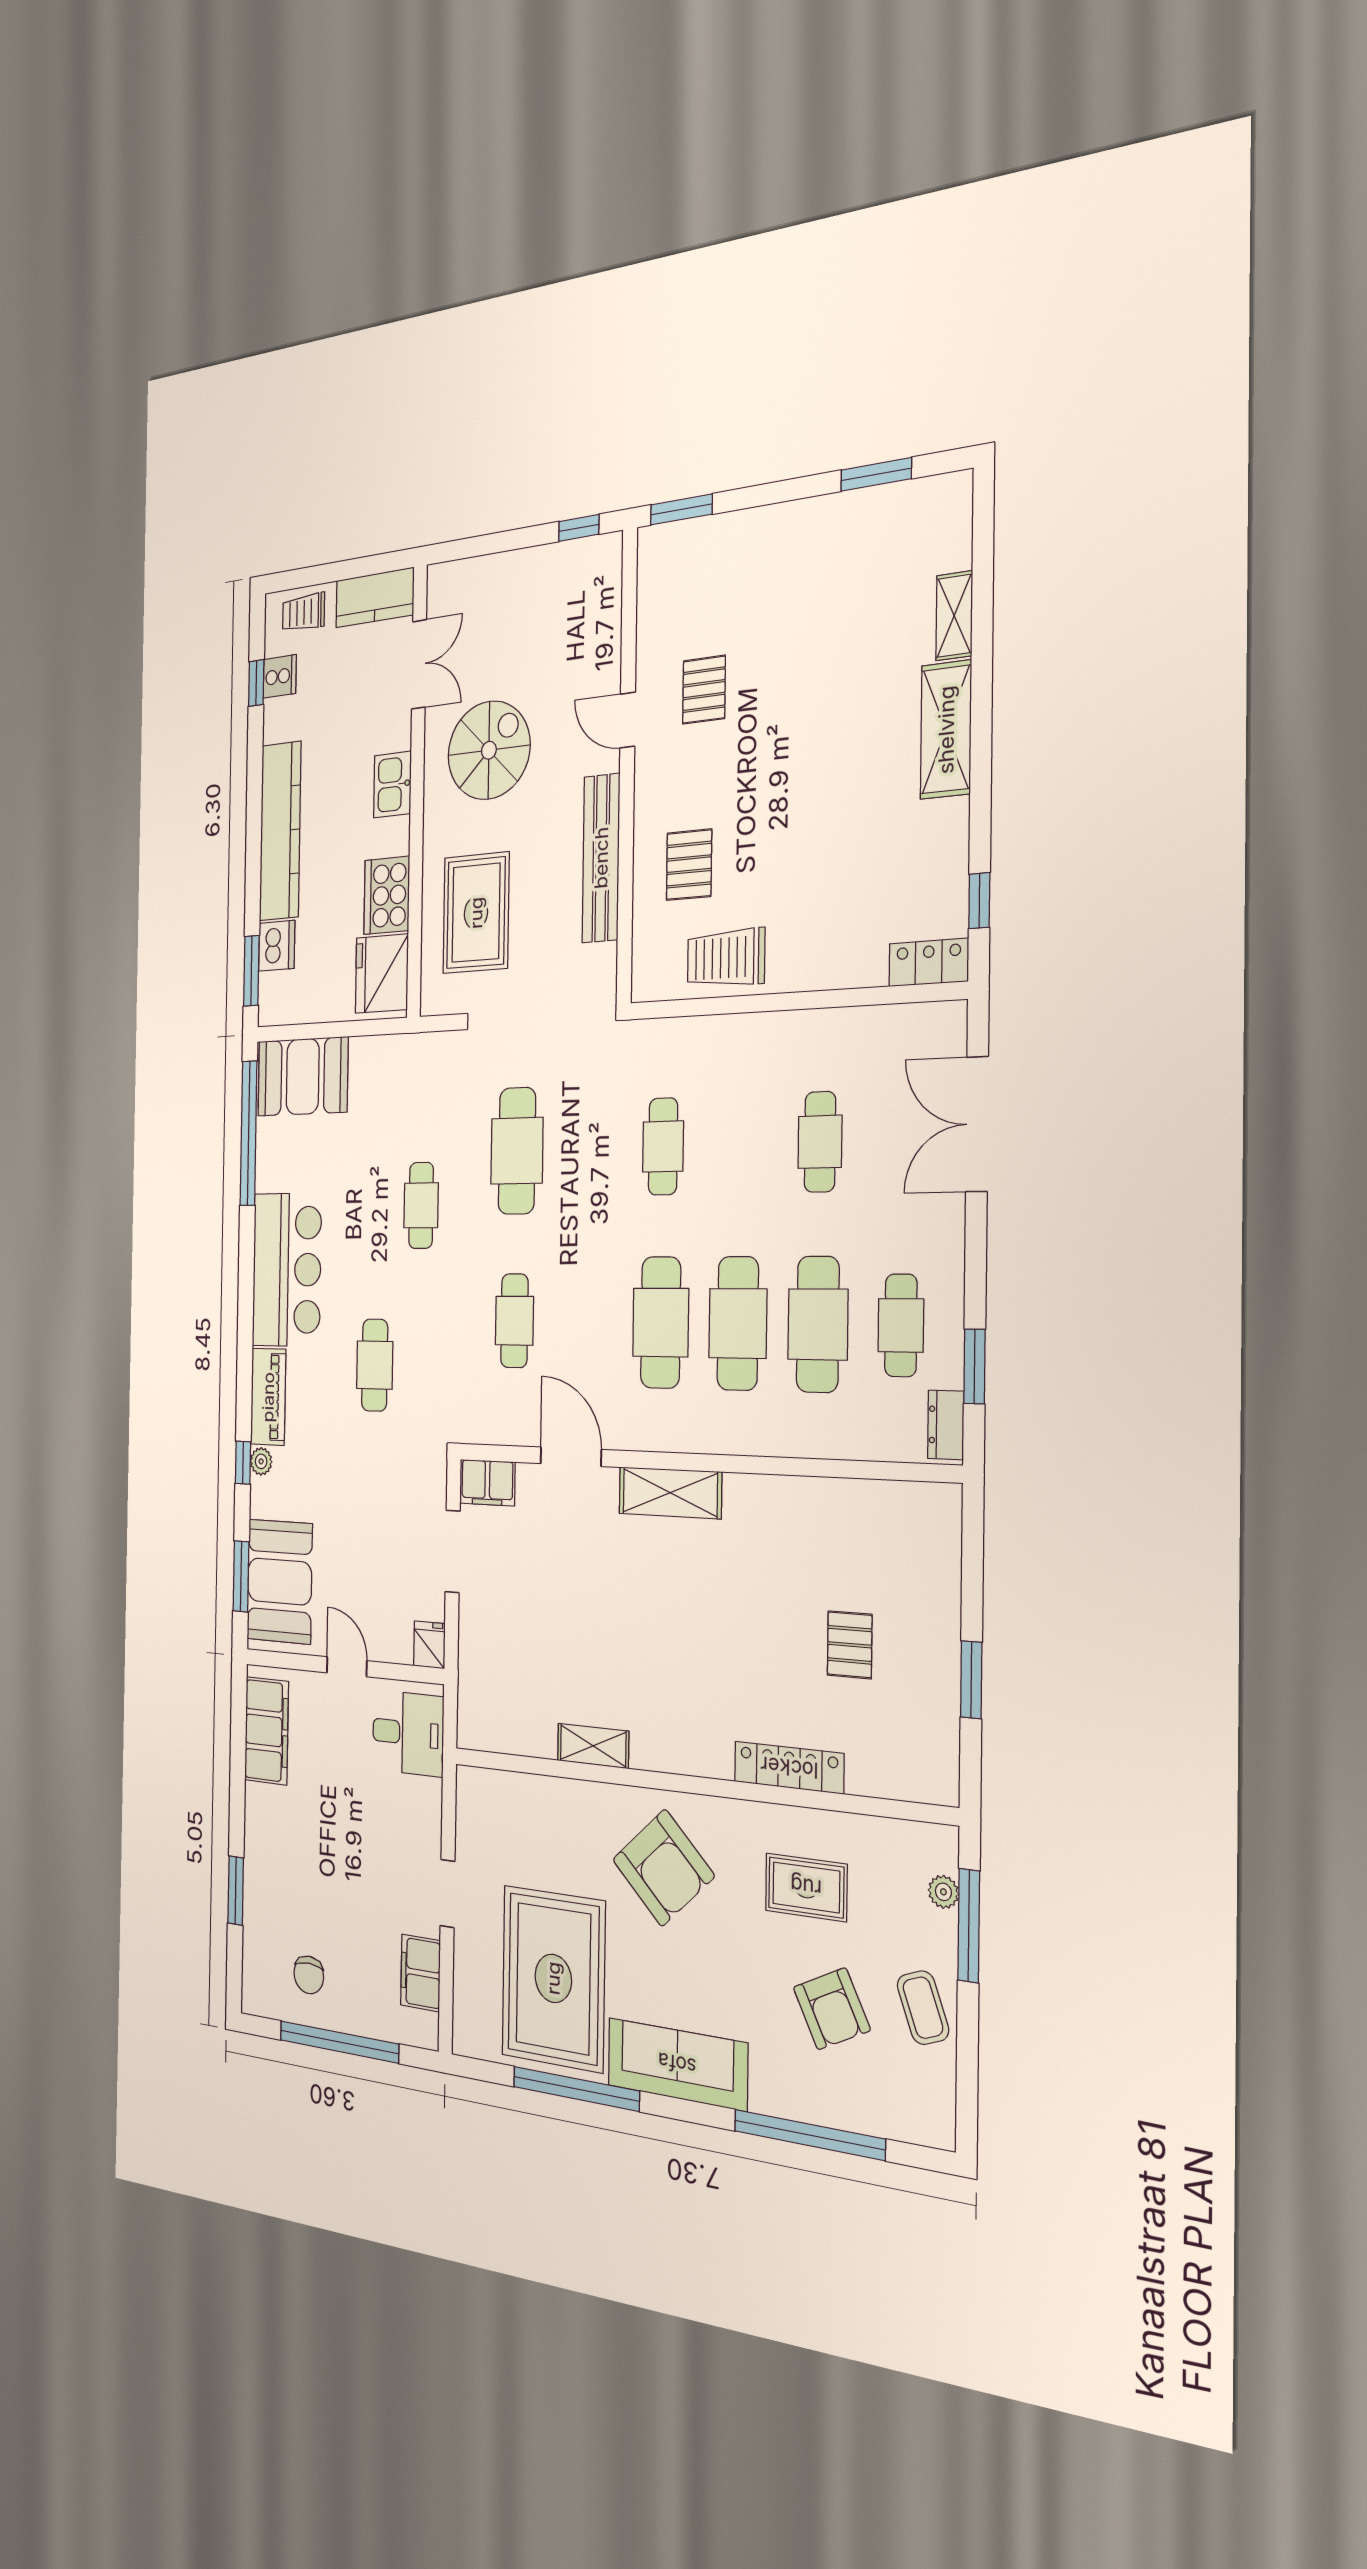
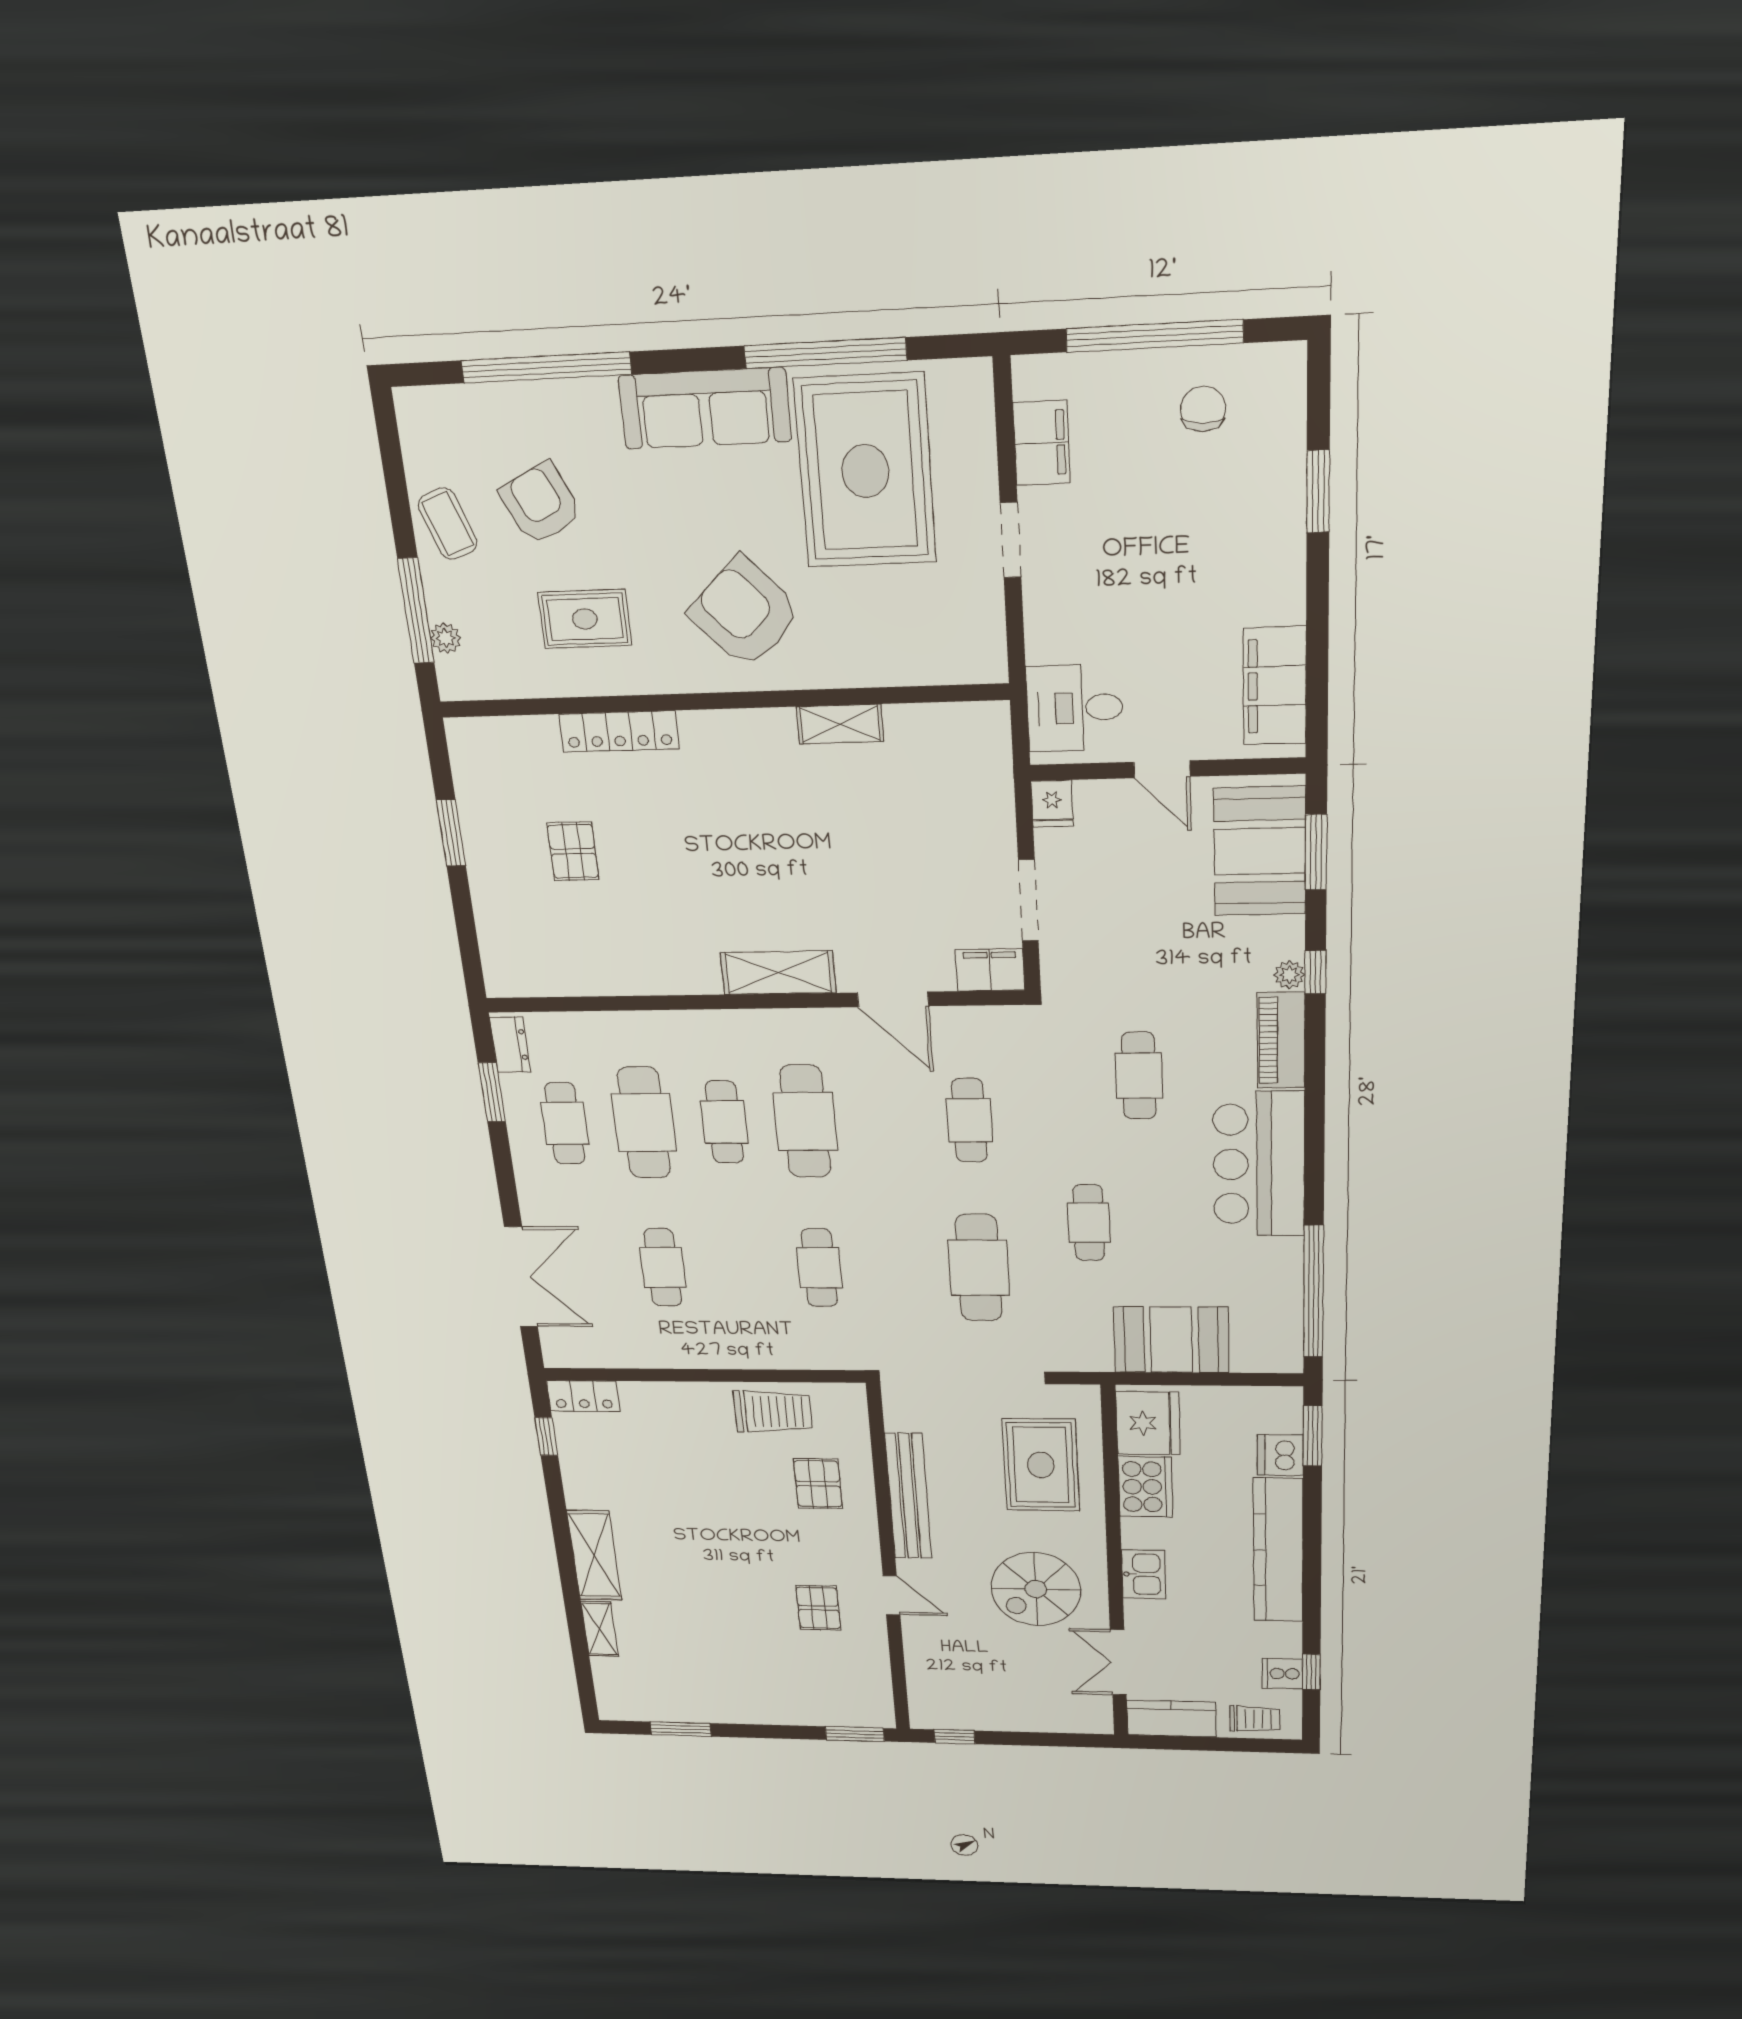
booth: (303, 1077) -> (1171, 1340), moved
cafe table: (738, 1323) -> (724, 1122), width x0.73, depth x0.74

